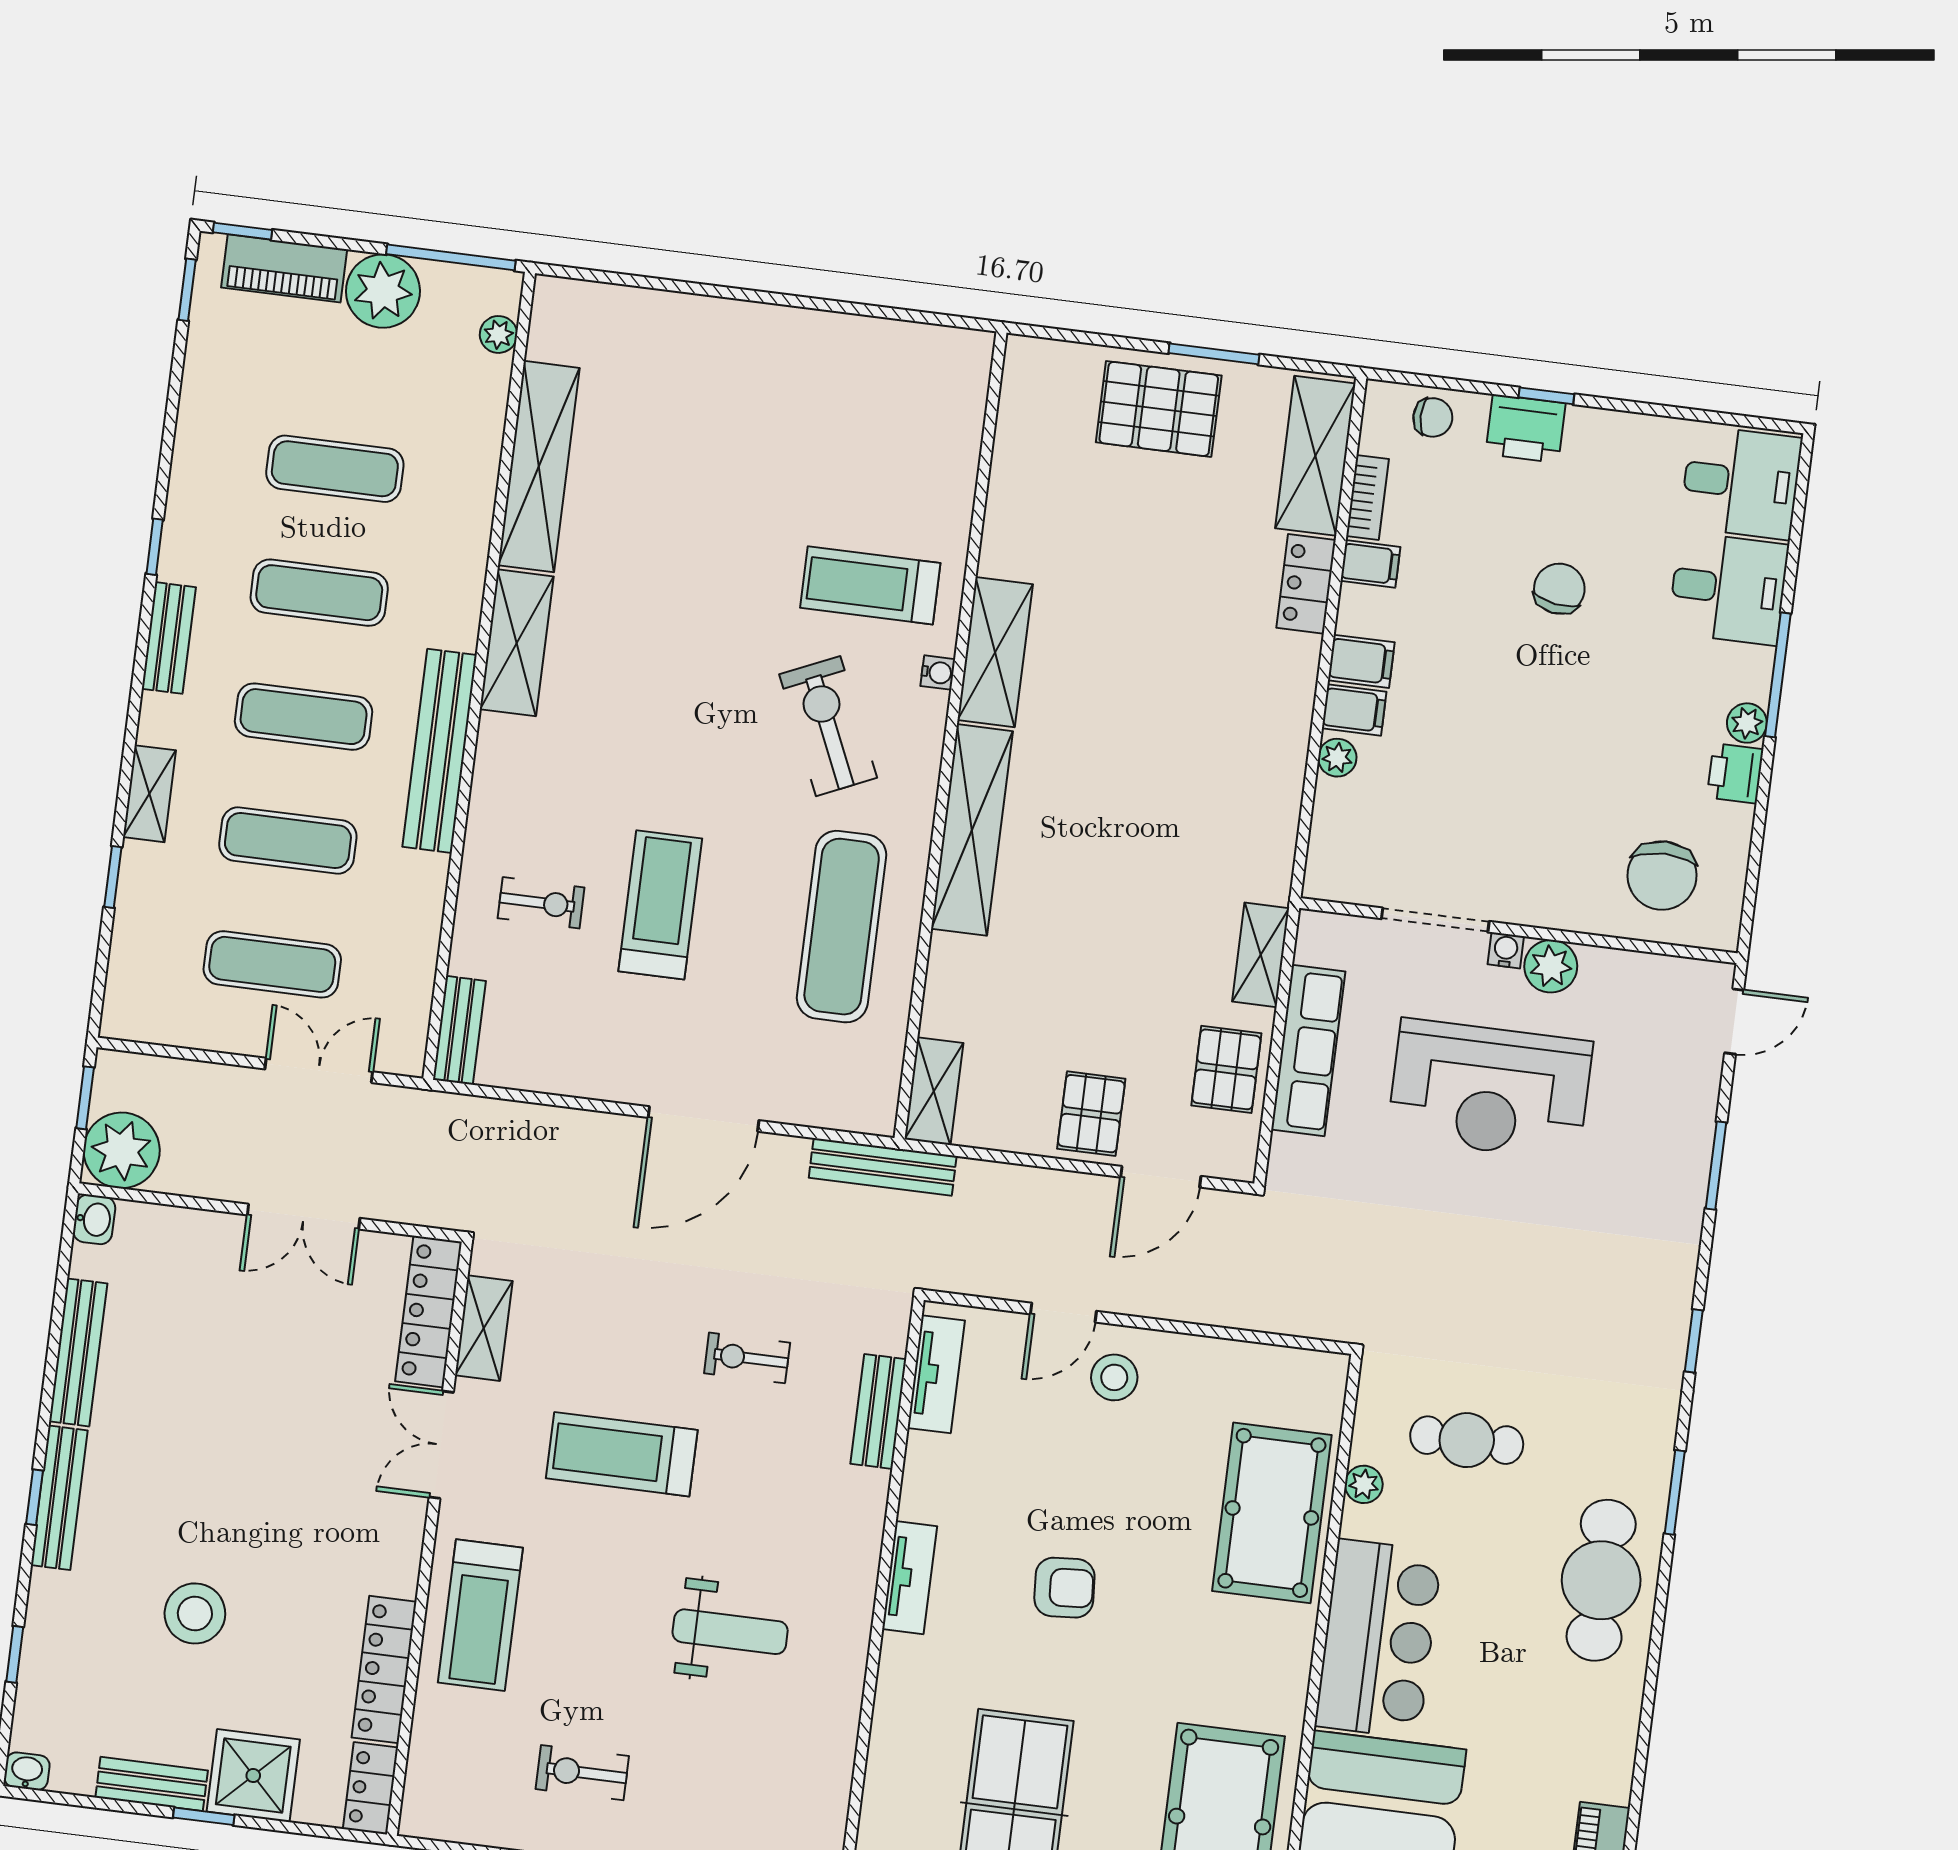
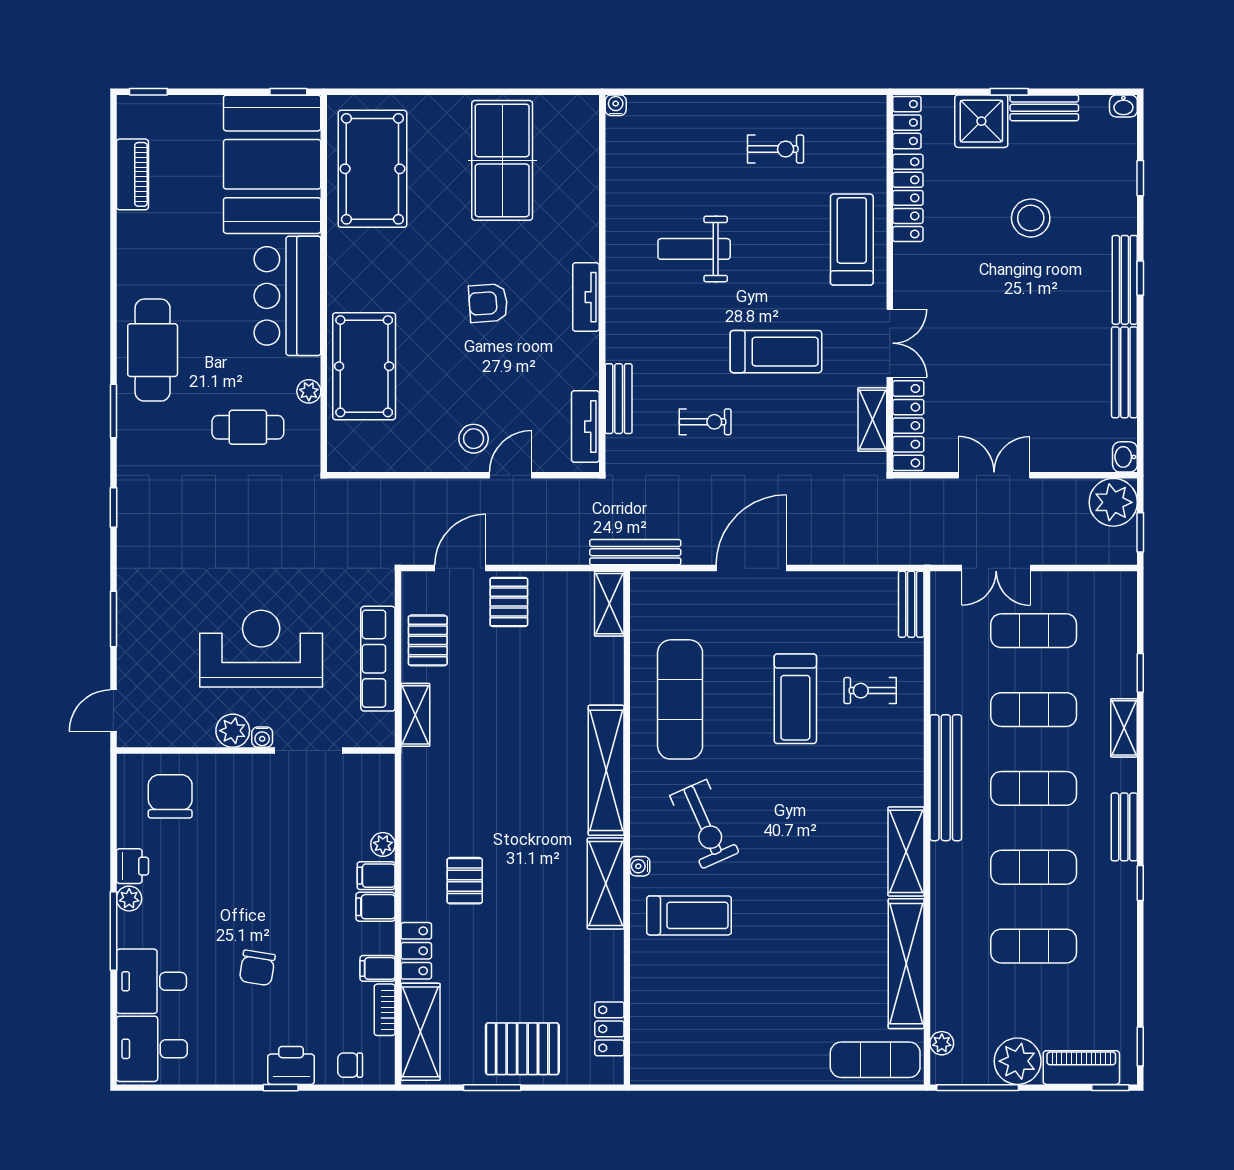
exercise mat: (606, 322) -> (875, 1060), added
locker: (1018, 423) -> (609, 1029), added
pallet: (1216, 684) -> (465, 881), added

